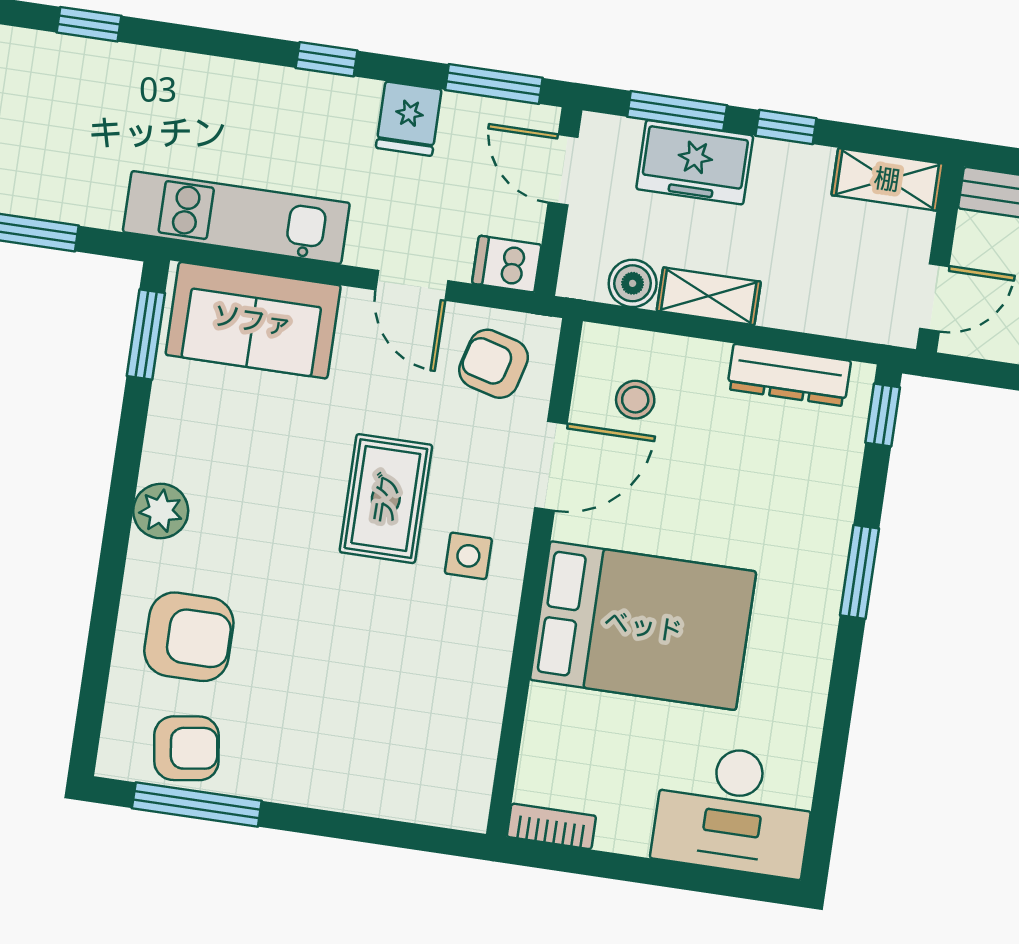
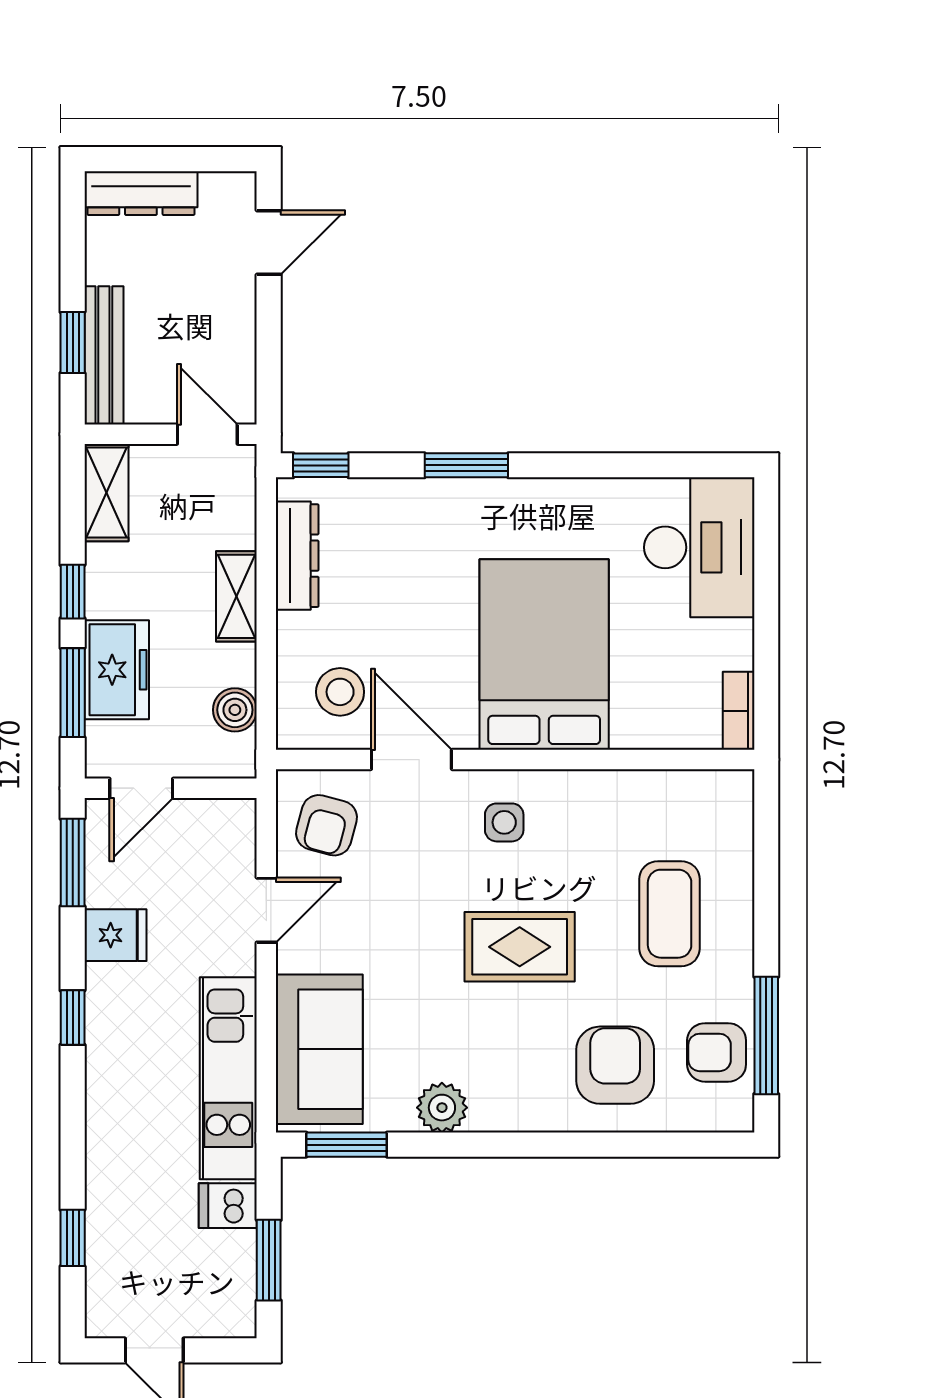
dishwasher: (507, 264) -> (228, 1206), moved, turned 90
shelving: (709, 296) -> (236, 596), moved
stool: (635, 400) -> (340, 692), width x1.37, depth x1.37
rug: (386, 499) -> (520, 947), moved
plant: (161, 511) -> (442, 1108), moved
coffee table: (344, 720) -> (670, 914), added
armchair: (186, 748) -> (717, 1052), turned -82

